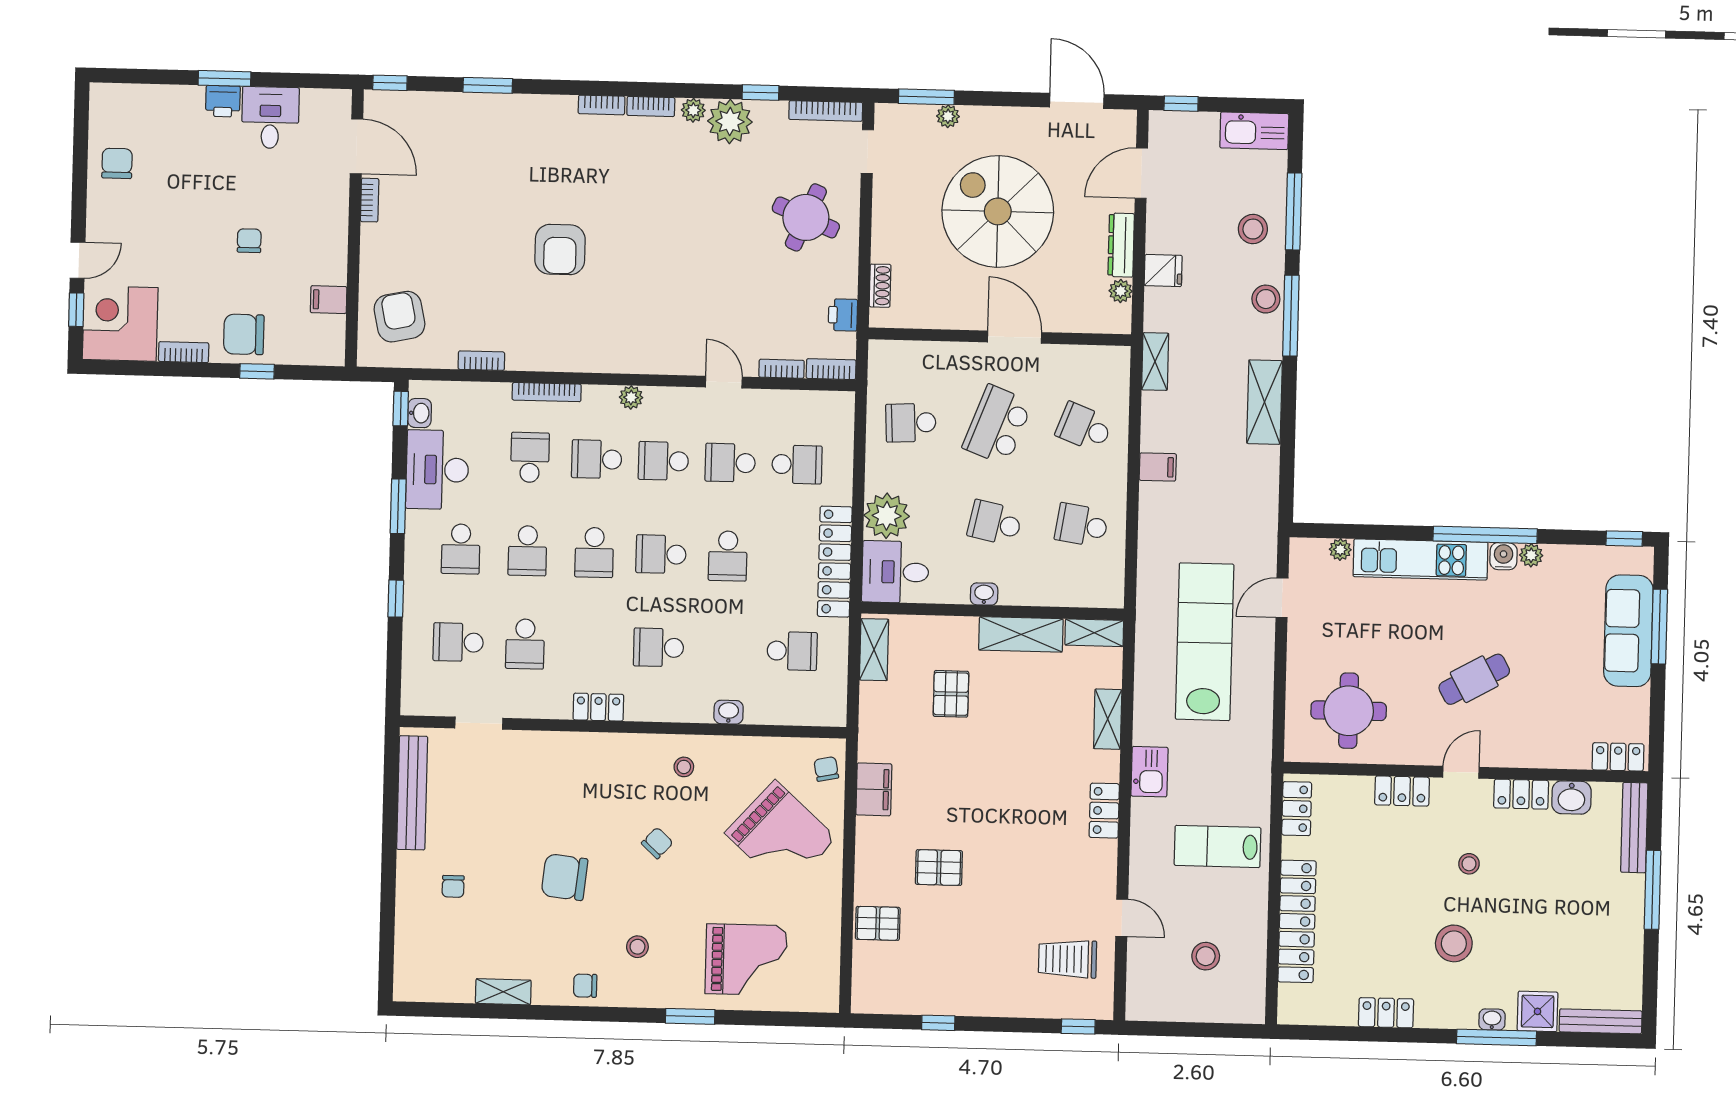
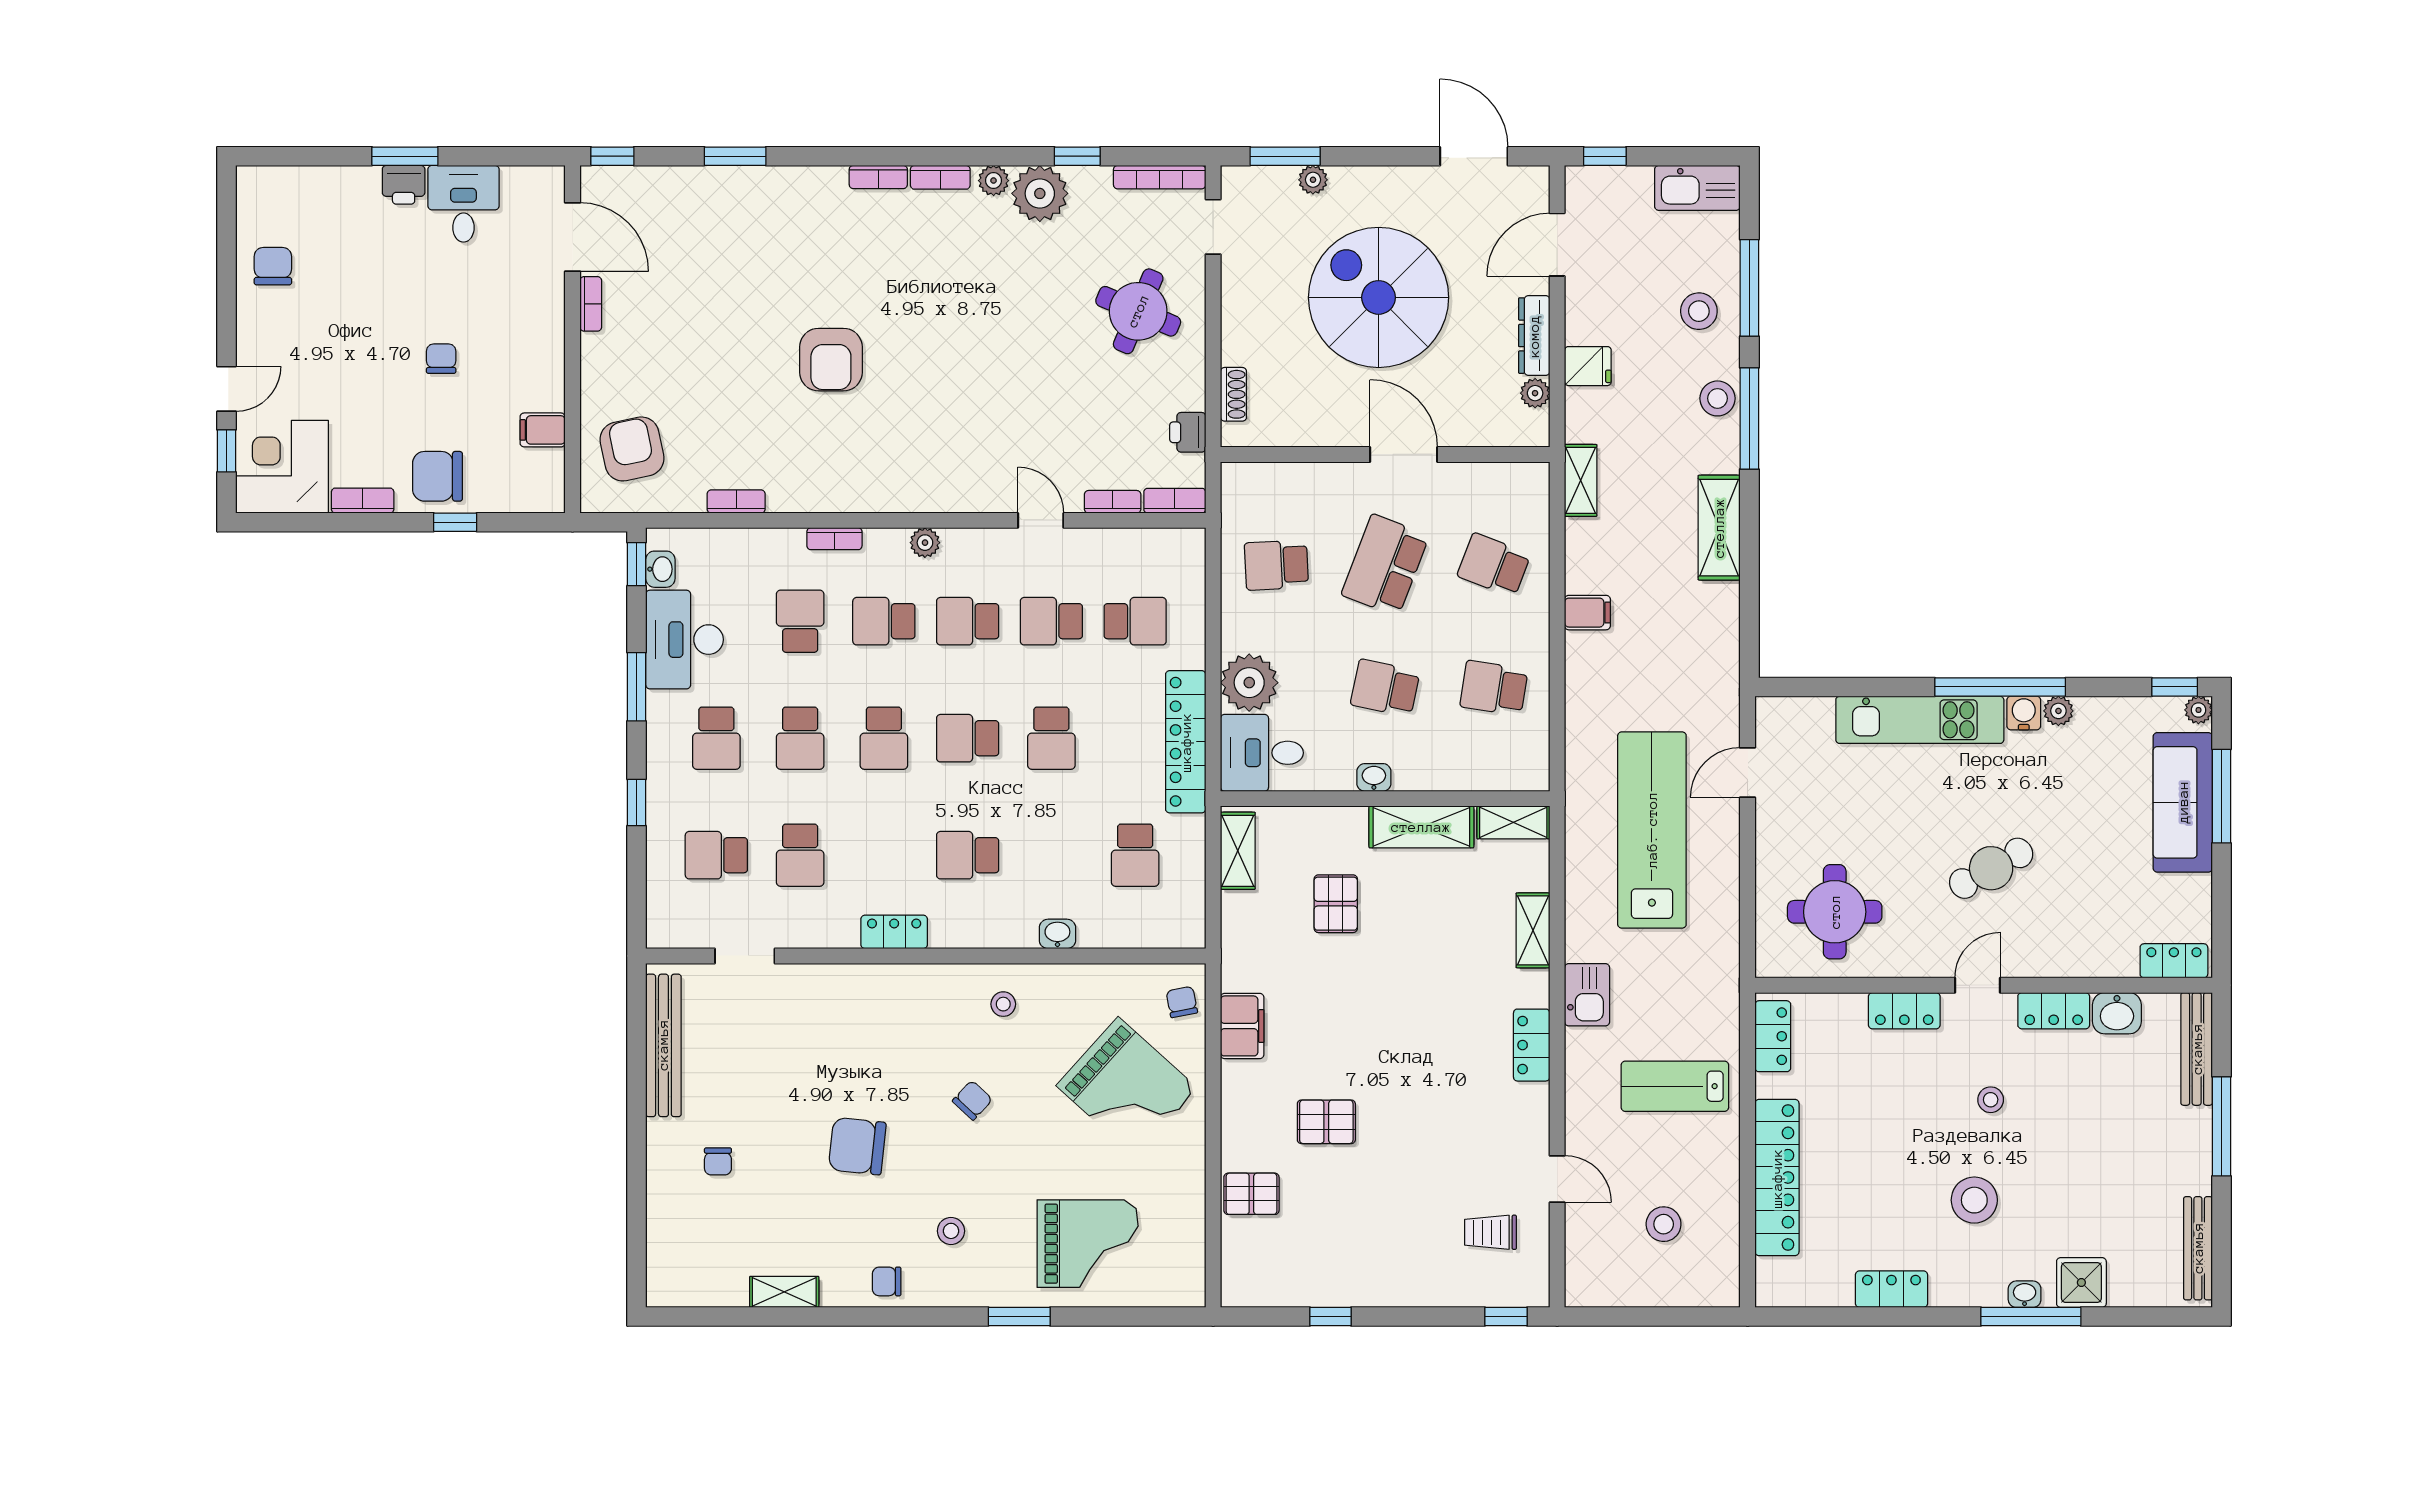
bookcase: (547, 392) -> (834, 539), width x0.64
plant: (1340, 550) -> (2198, 710), moved
school desk: (792, 651) -> (1135, 855), turned 90
trolley: (1068, 959) -> (1491, 1232), width x0.73, depth x0.72
bench: (1601, 1021) -> (2198, 1248), moved, turned 90

